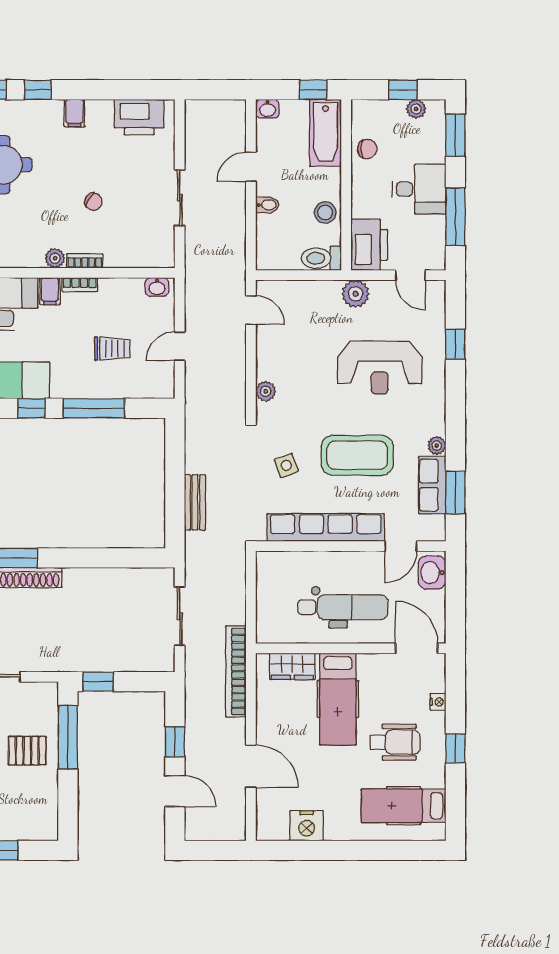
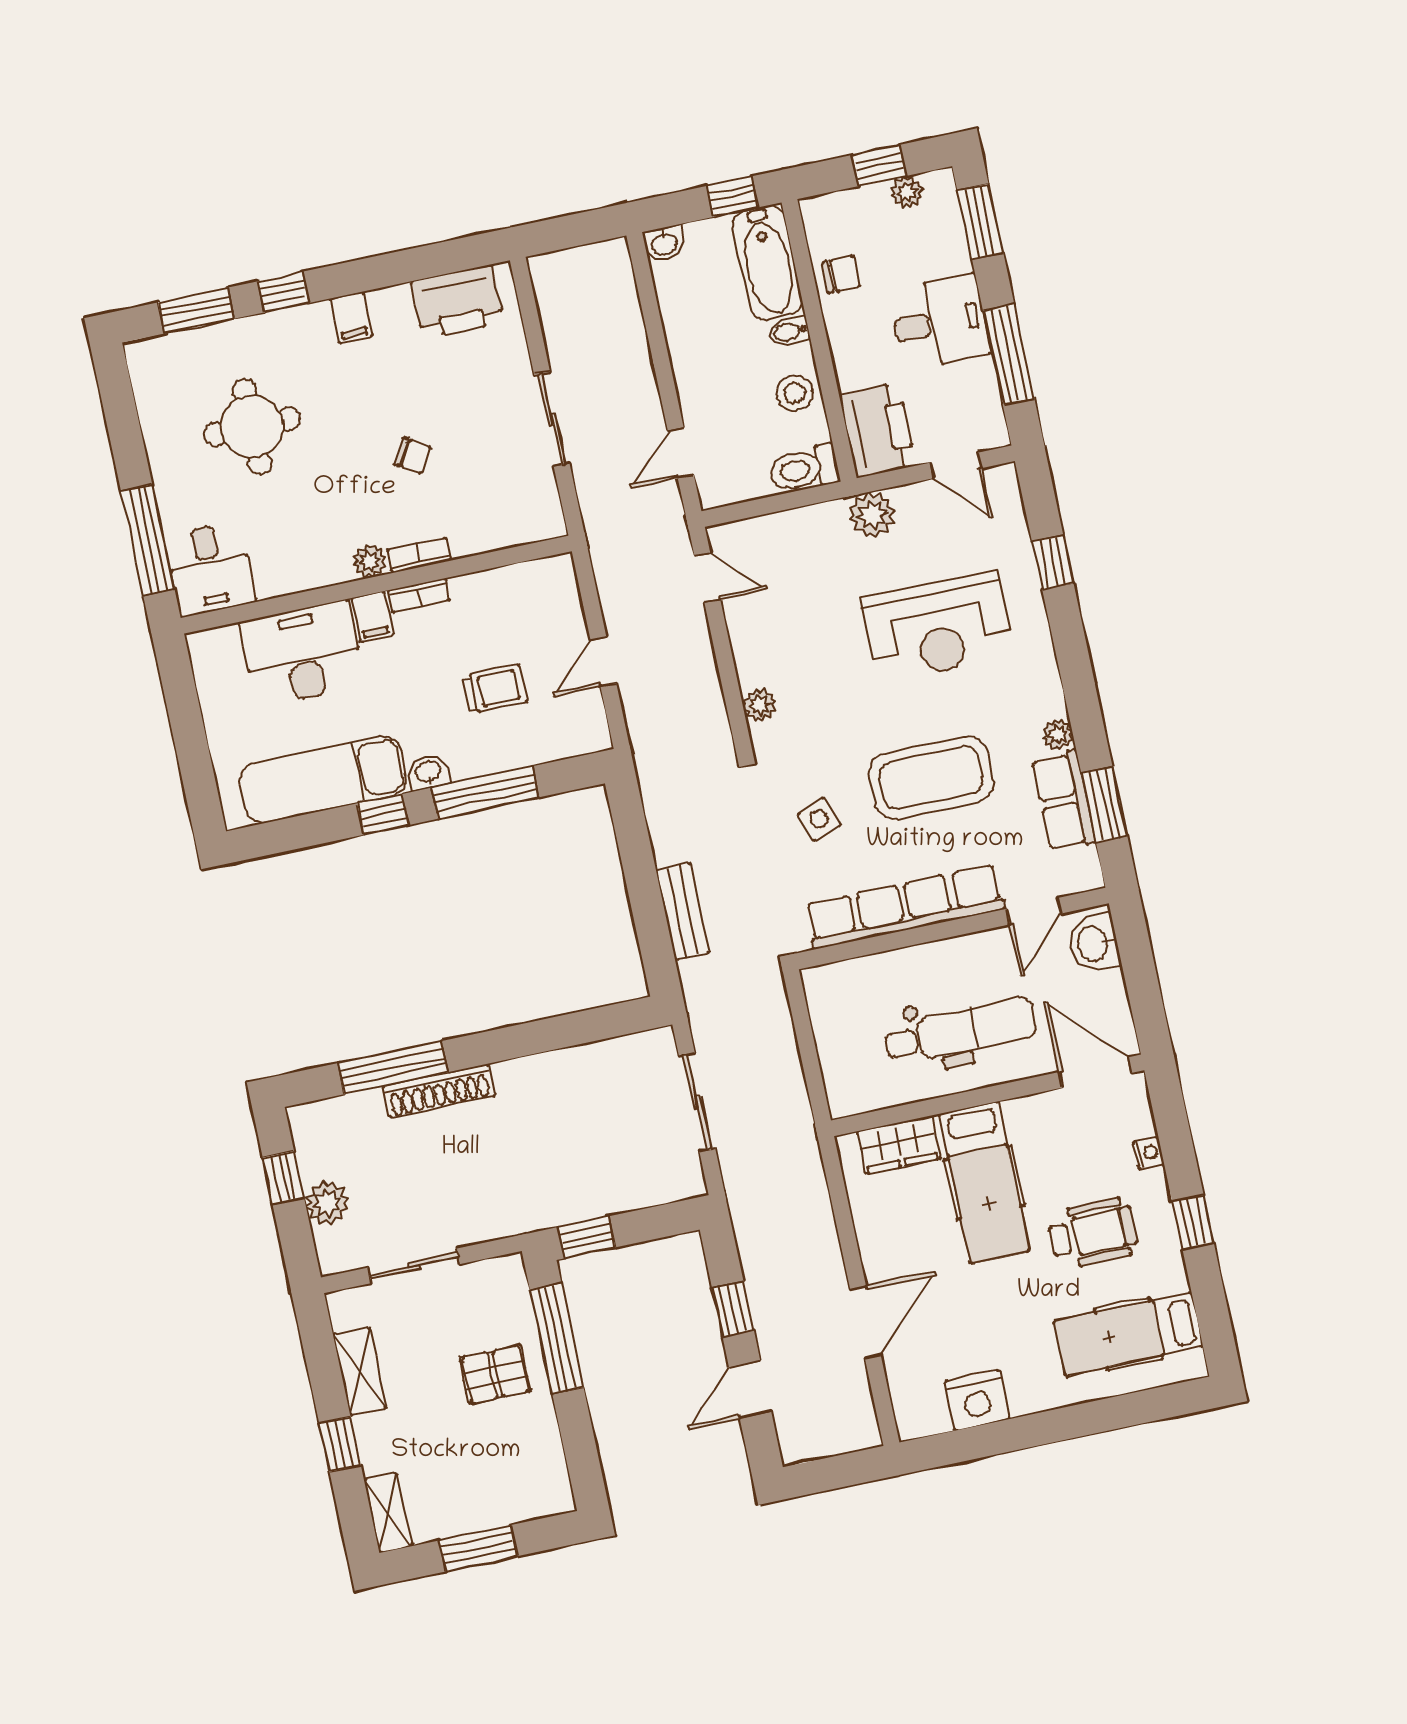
door: (251, 167) -> (681, 453), moved
bidet: (267, 205) -> (789, 332), moved, turned 180
washbasin: (157, 287) -> (428, 772), moved, turned 180
bookcase: (236, 671) -> (808, 1173), removed
door: (251, 766) -> (866, 1322), hinge flipped
door: (175, 791) -> (750, 1390), swing flipped

